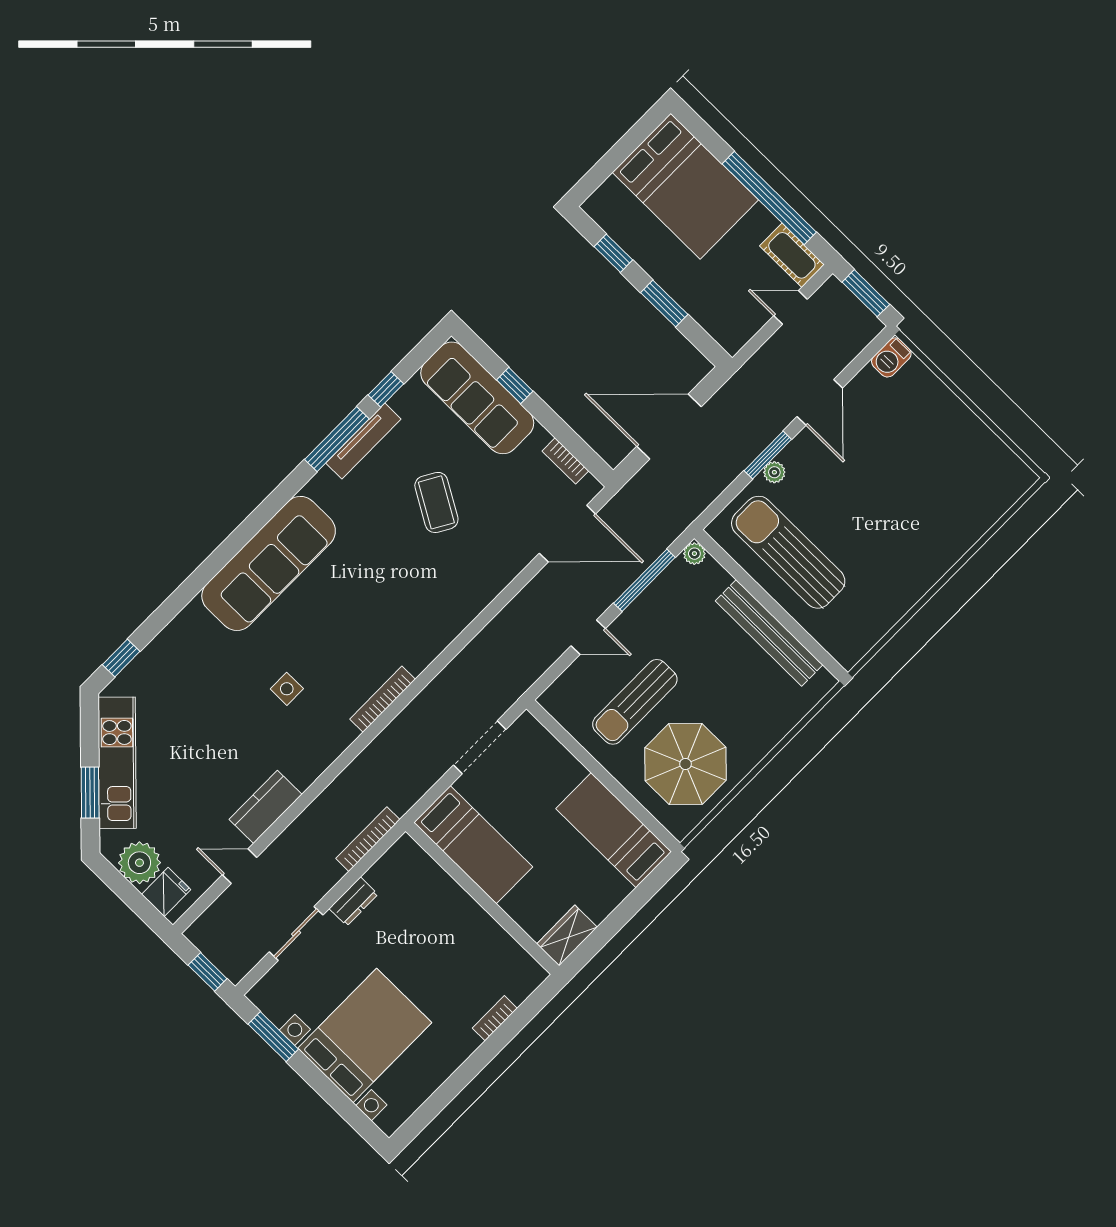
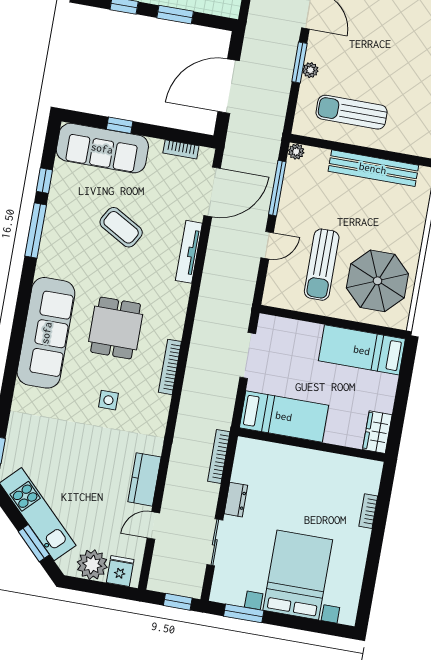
tv unit: (363, 441) -> (189, 252), moved, turned 180
sun lounger: (788, 552) -> (352, 112), width x0.73, depth x0.75
dining table: (351, 612) -> (116, 328), added

